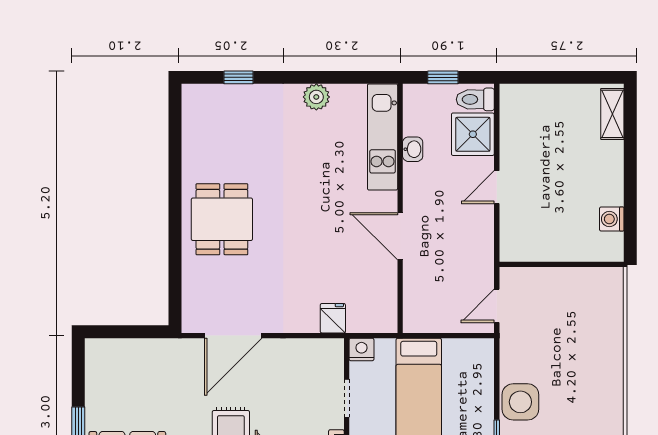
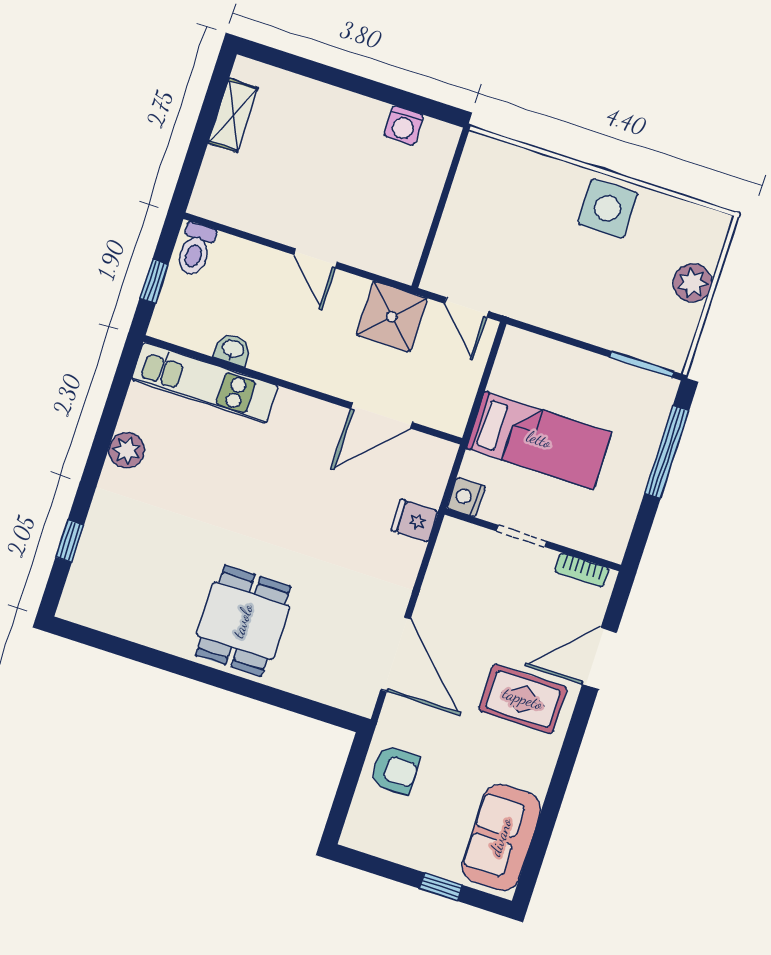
shelving: (612, 114) -> (233, 115), moved, turned 90
shower: (473, 134) -> (392, 317), moved
dining table: (222, 219) -> (243, 621), turned 90
door: (400, 236) -> (382, 416), moved
armchair: (151, 362) -> (395, 770), added
side table: (520, 402) -> (608, 208), moved

